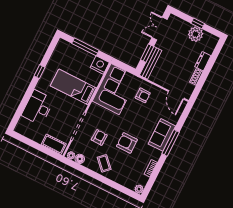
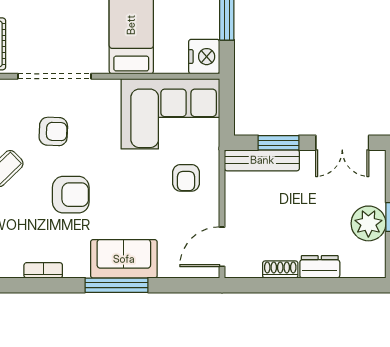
double door: (159, 29) -> (342, 143), swing flipped
armchair: (127, 143) -> (71, 195), turned 90

